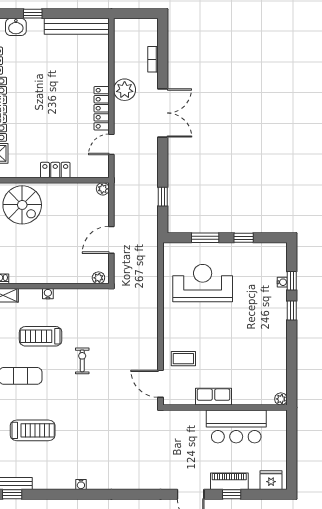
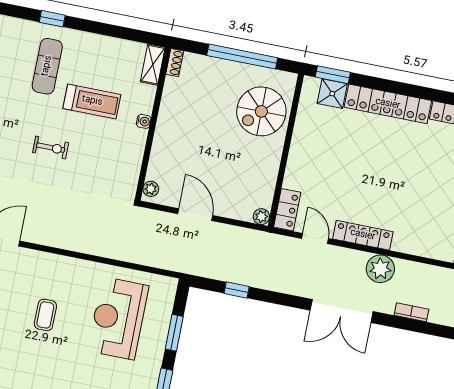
locker: (55, 170) -> (287, 210), moved
reception desk: (203, 283) -> (118, 318), turned 180
treadmill: (41, 336) -> (92, 101), turned 90
coffee table: (183, 359) -> (45, 315), moved

